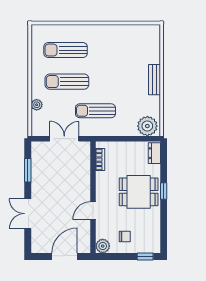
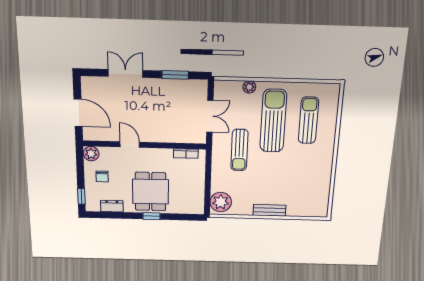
sun lounger: (67, 82) -> (273, 121), width x1.36, depth x1.34
sun lounger: (95, 111) -> (239, 150), turned 180
dresser: (154, 153) -> (112, 206), moved

